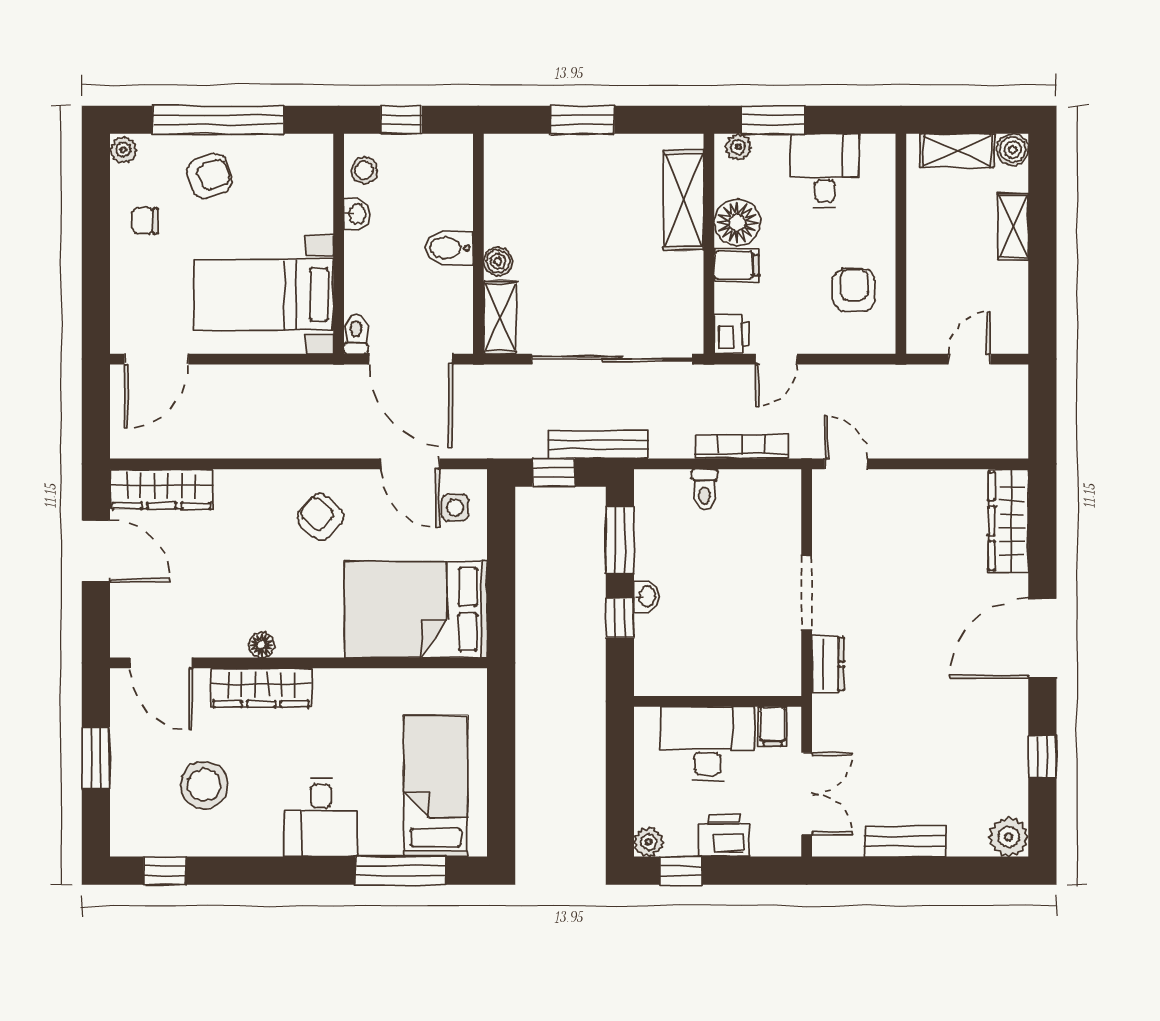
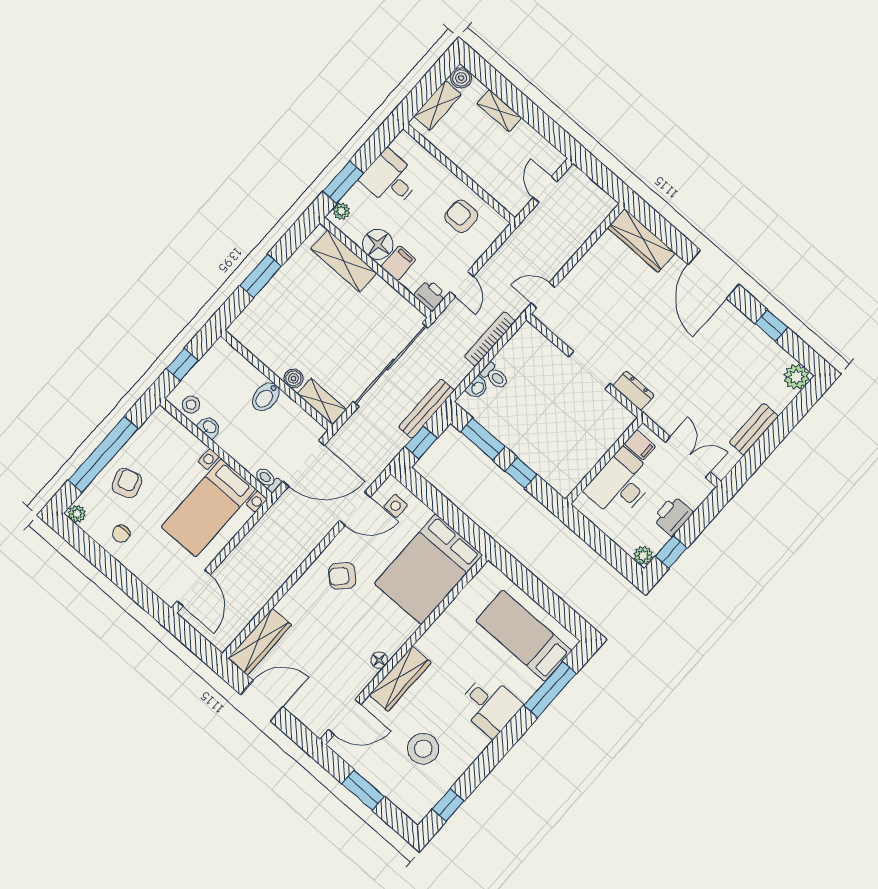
washbasin: (646, 597) -> (477, 388), moved, turned 90

